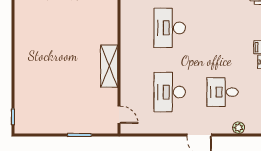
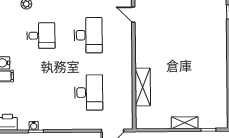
shelving: (109, 66) -> (143, 87), moved

